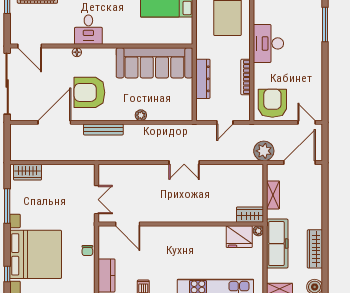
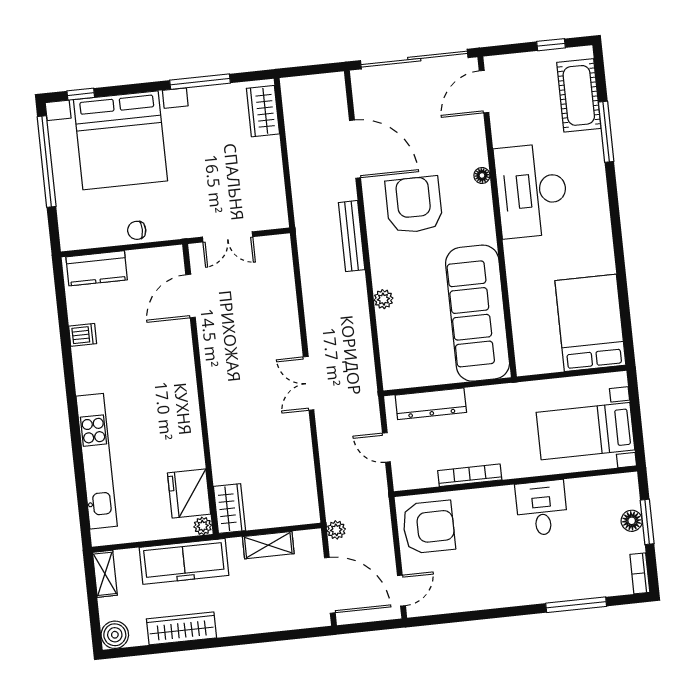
desk: (88, 30) -> (531, 191), width x1.87, depth x1.30
desk: (268, 43) -> (542, 508), width x0.73
dresser: (203, 79) -> (431, 404), moved
plant: (264, 151) -> (336, 530), width x0.53, depth x0.53

